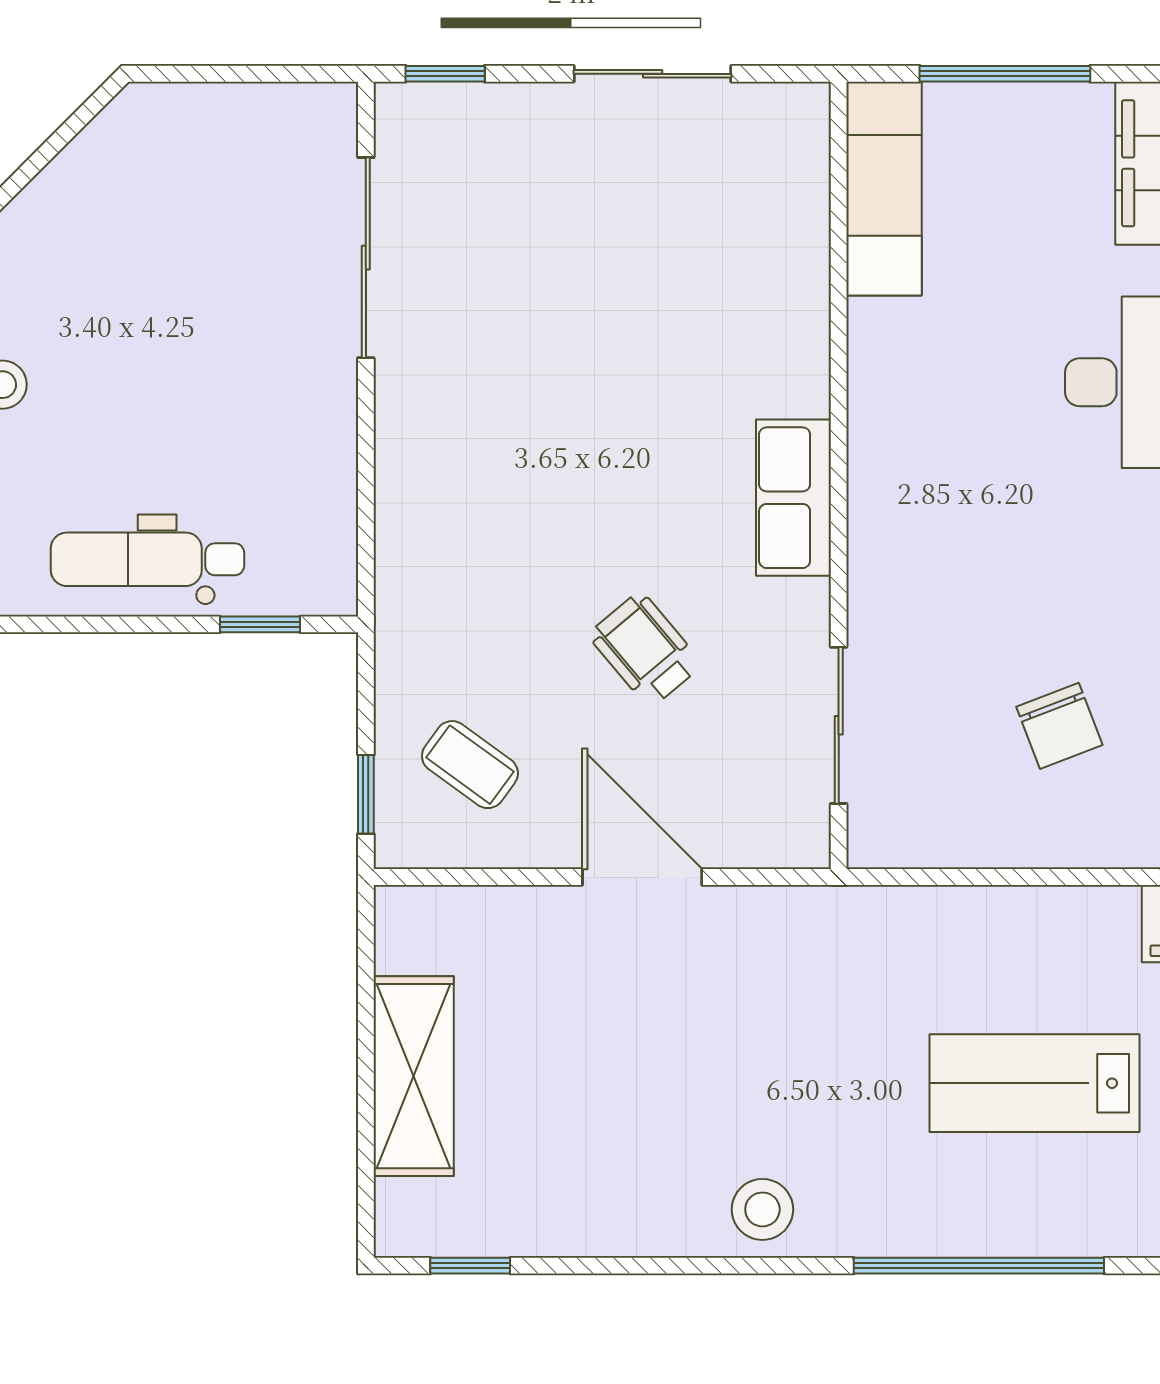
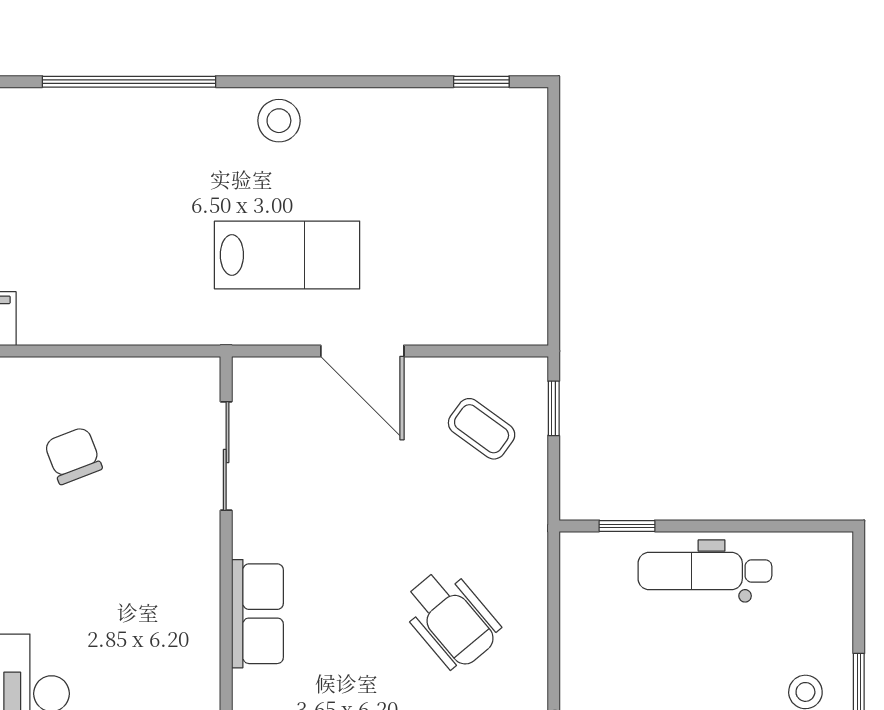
dental chair: (147, 559) -> (705, 571), turned 180
wheelchair: (645, 650) -> (451, 619), moved, width x1.36, depth x1.37
shelving: (414, 1076) -> (521, 213), removed
lab bench: (1034, 1083) -> (287, 255), moved

